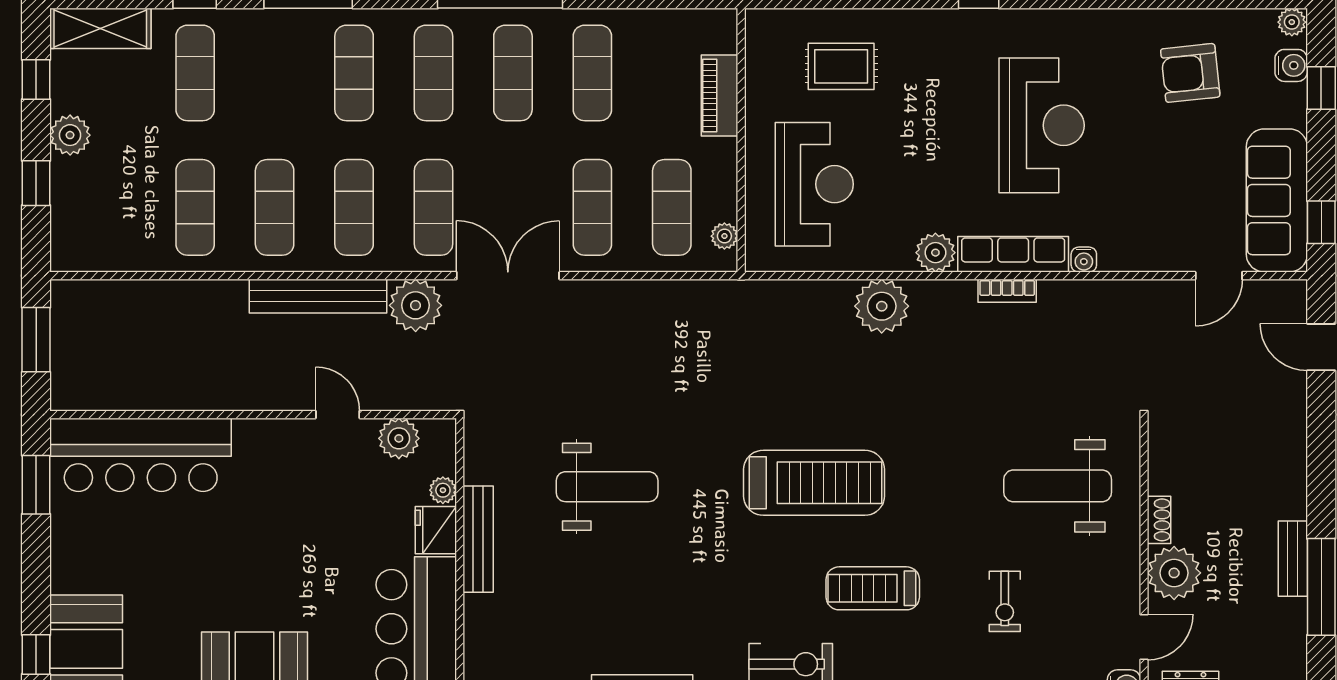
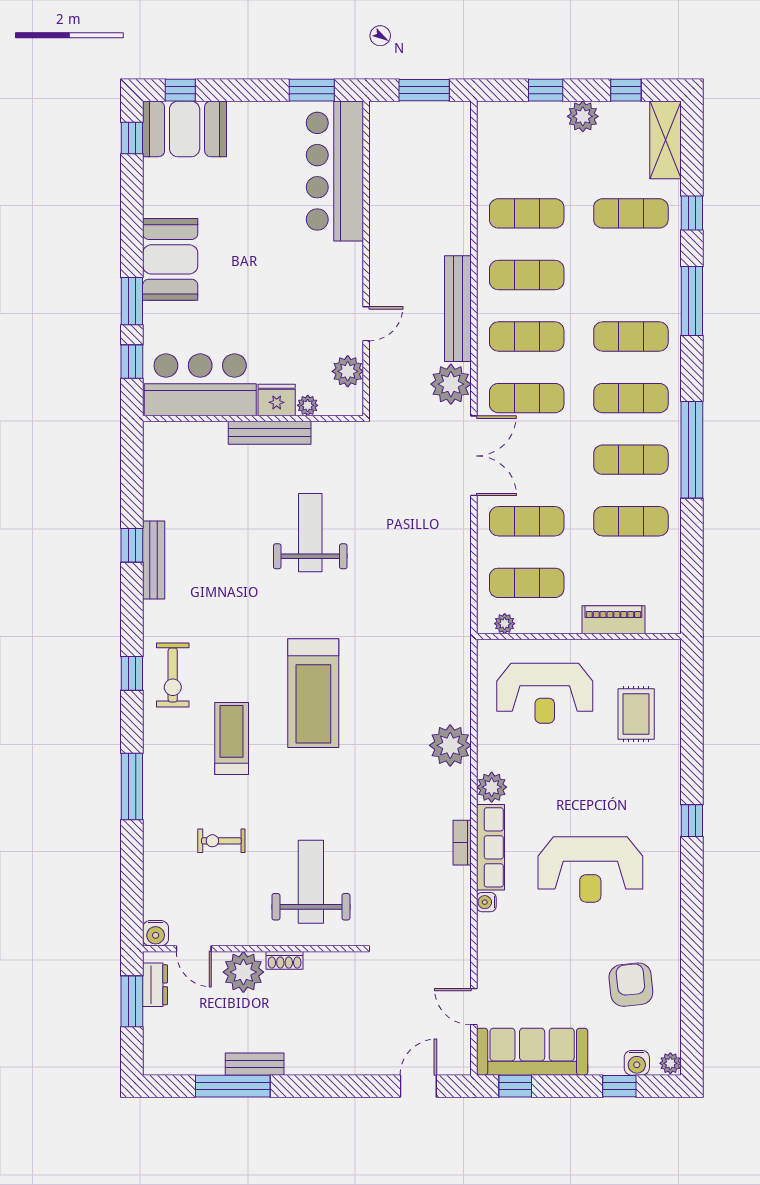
weight bench: (607, 487) -> (310, 533), turned 180

